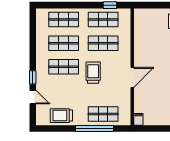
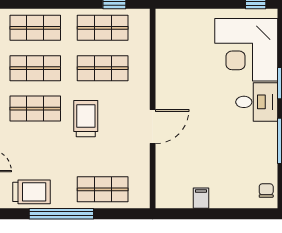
trolley: (61, 116) -> (32, 192), turned 180
filing cabinet: (138, 119) -> (201, 198), moved
window: (94, 128) -> (61, 214), moved

